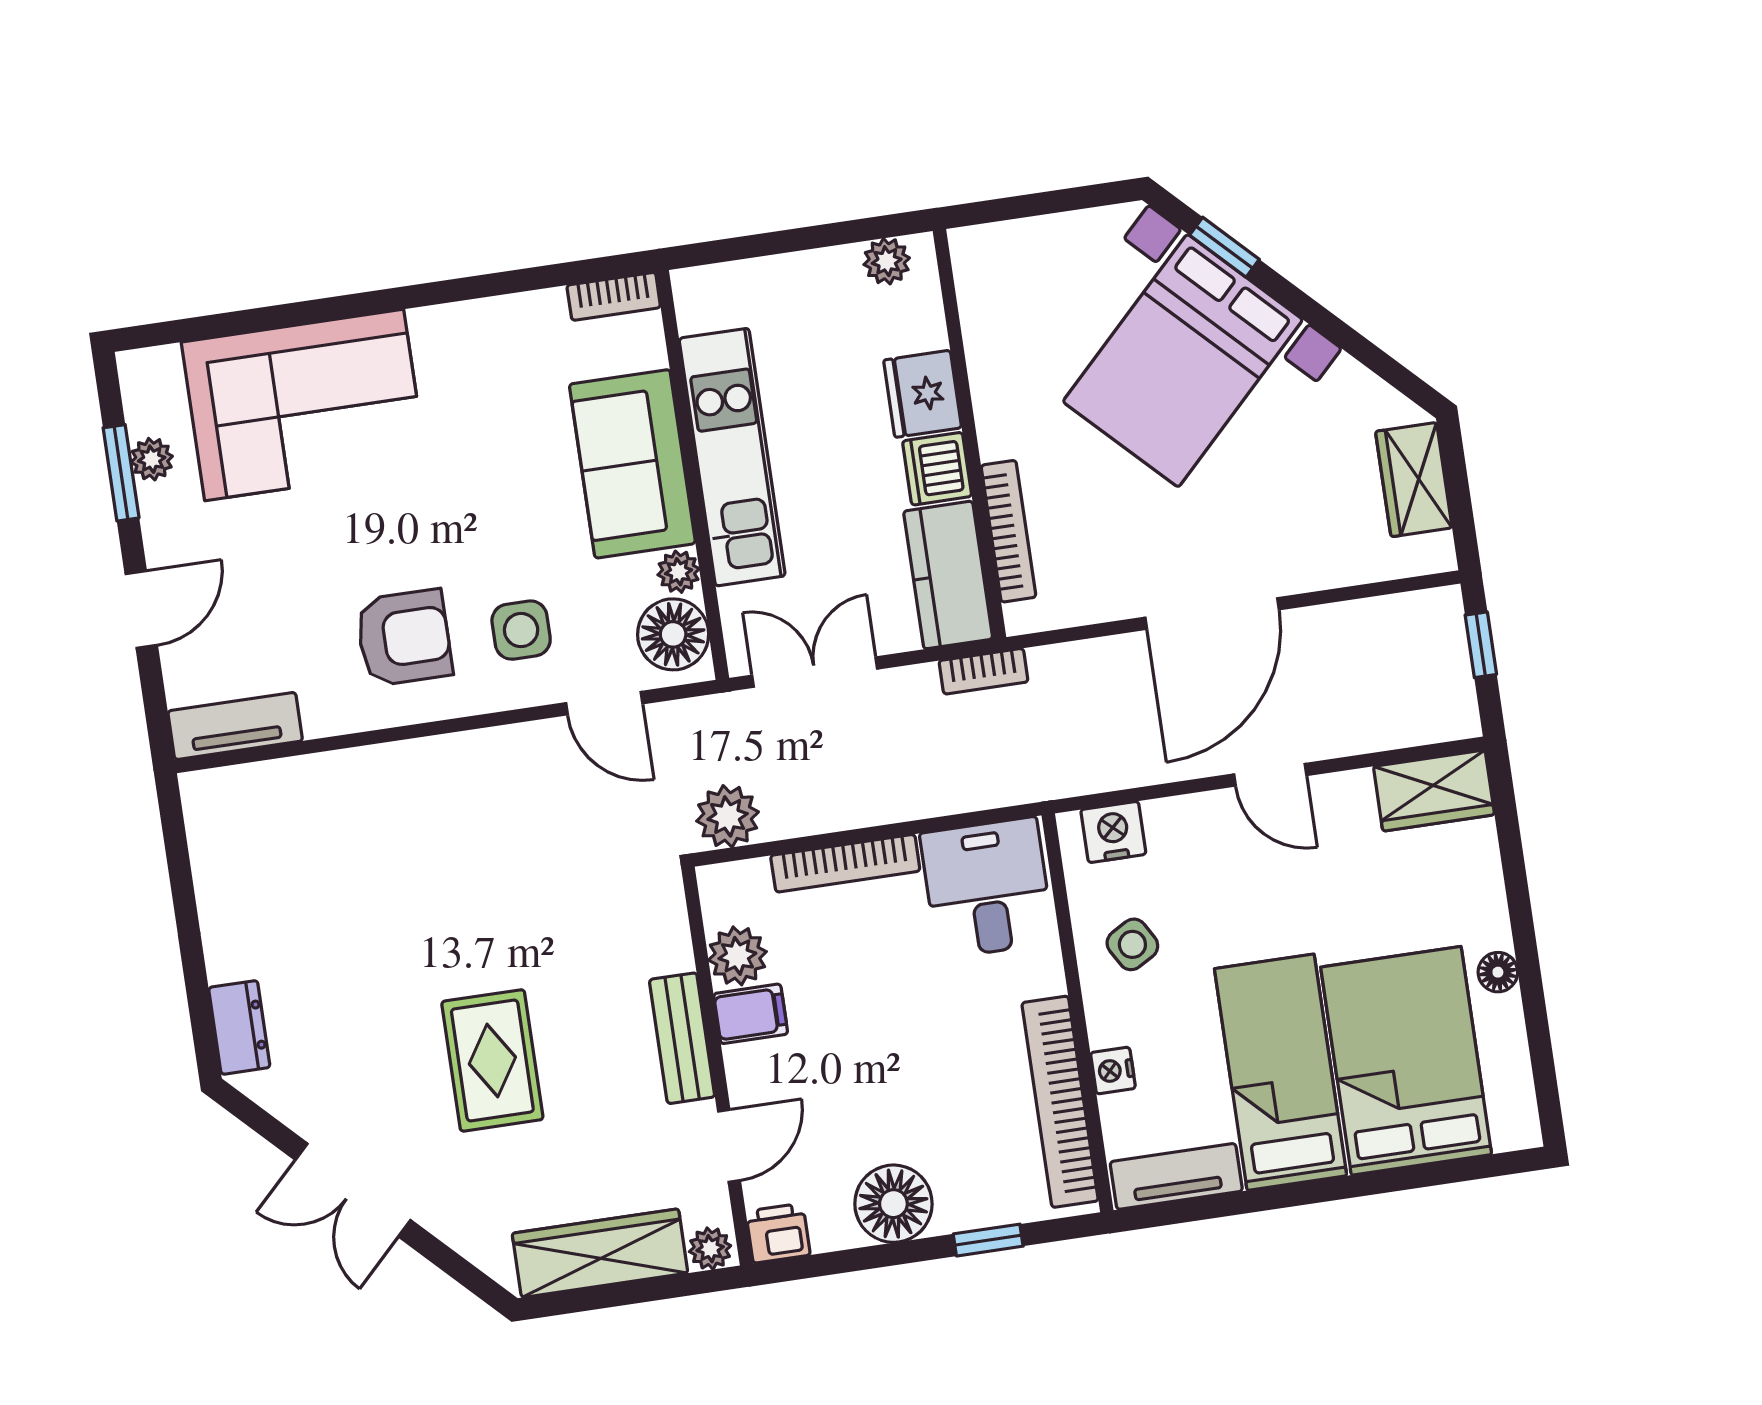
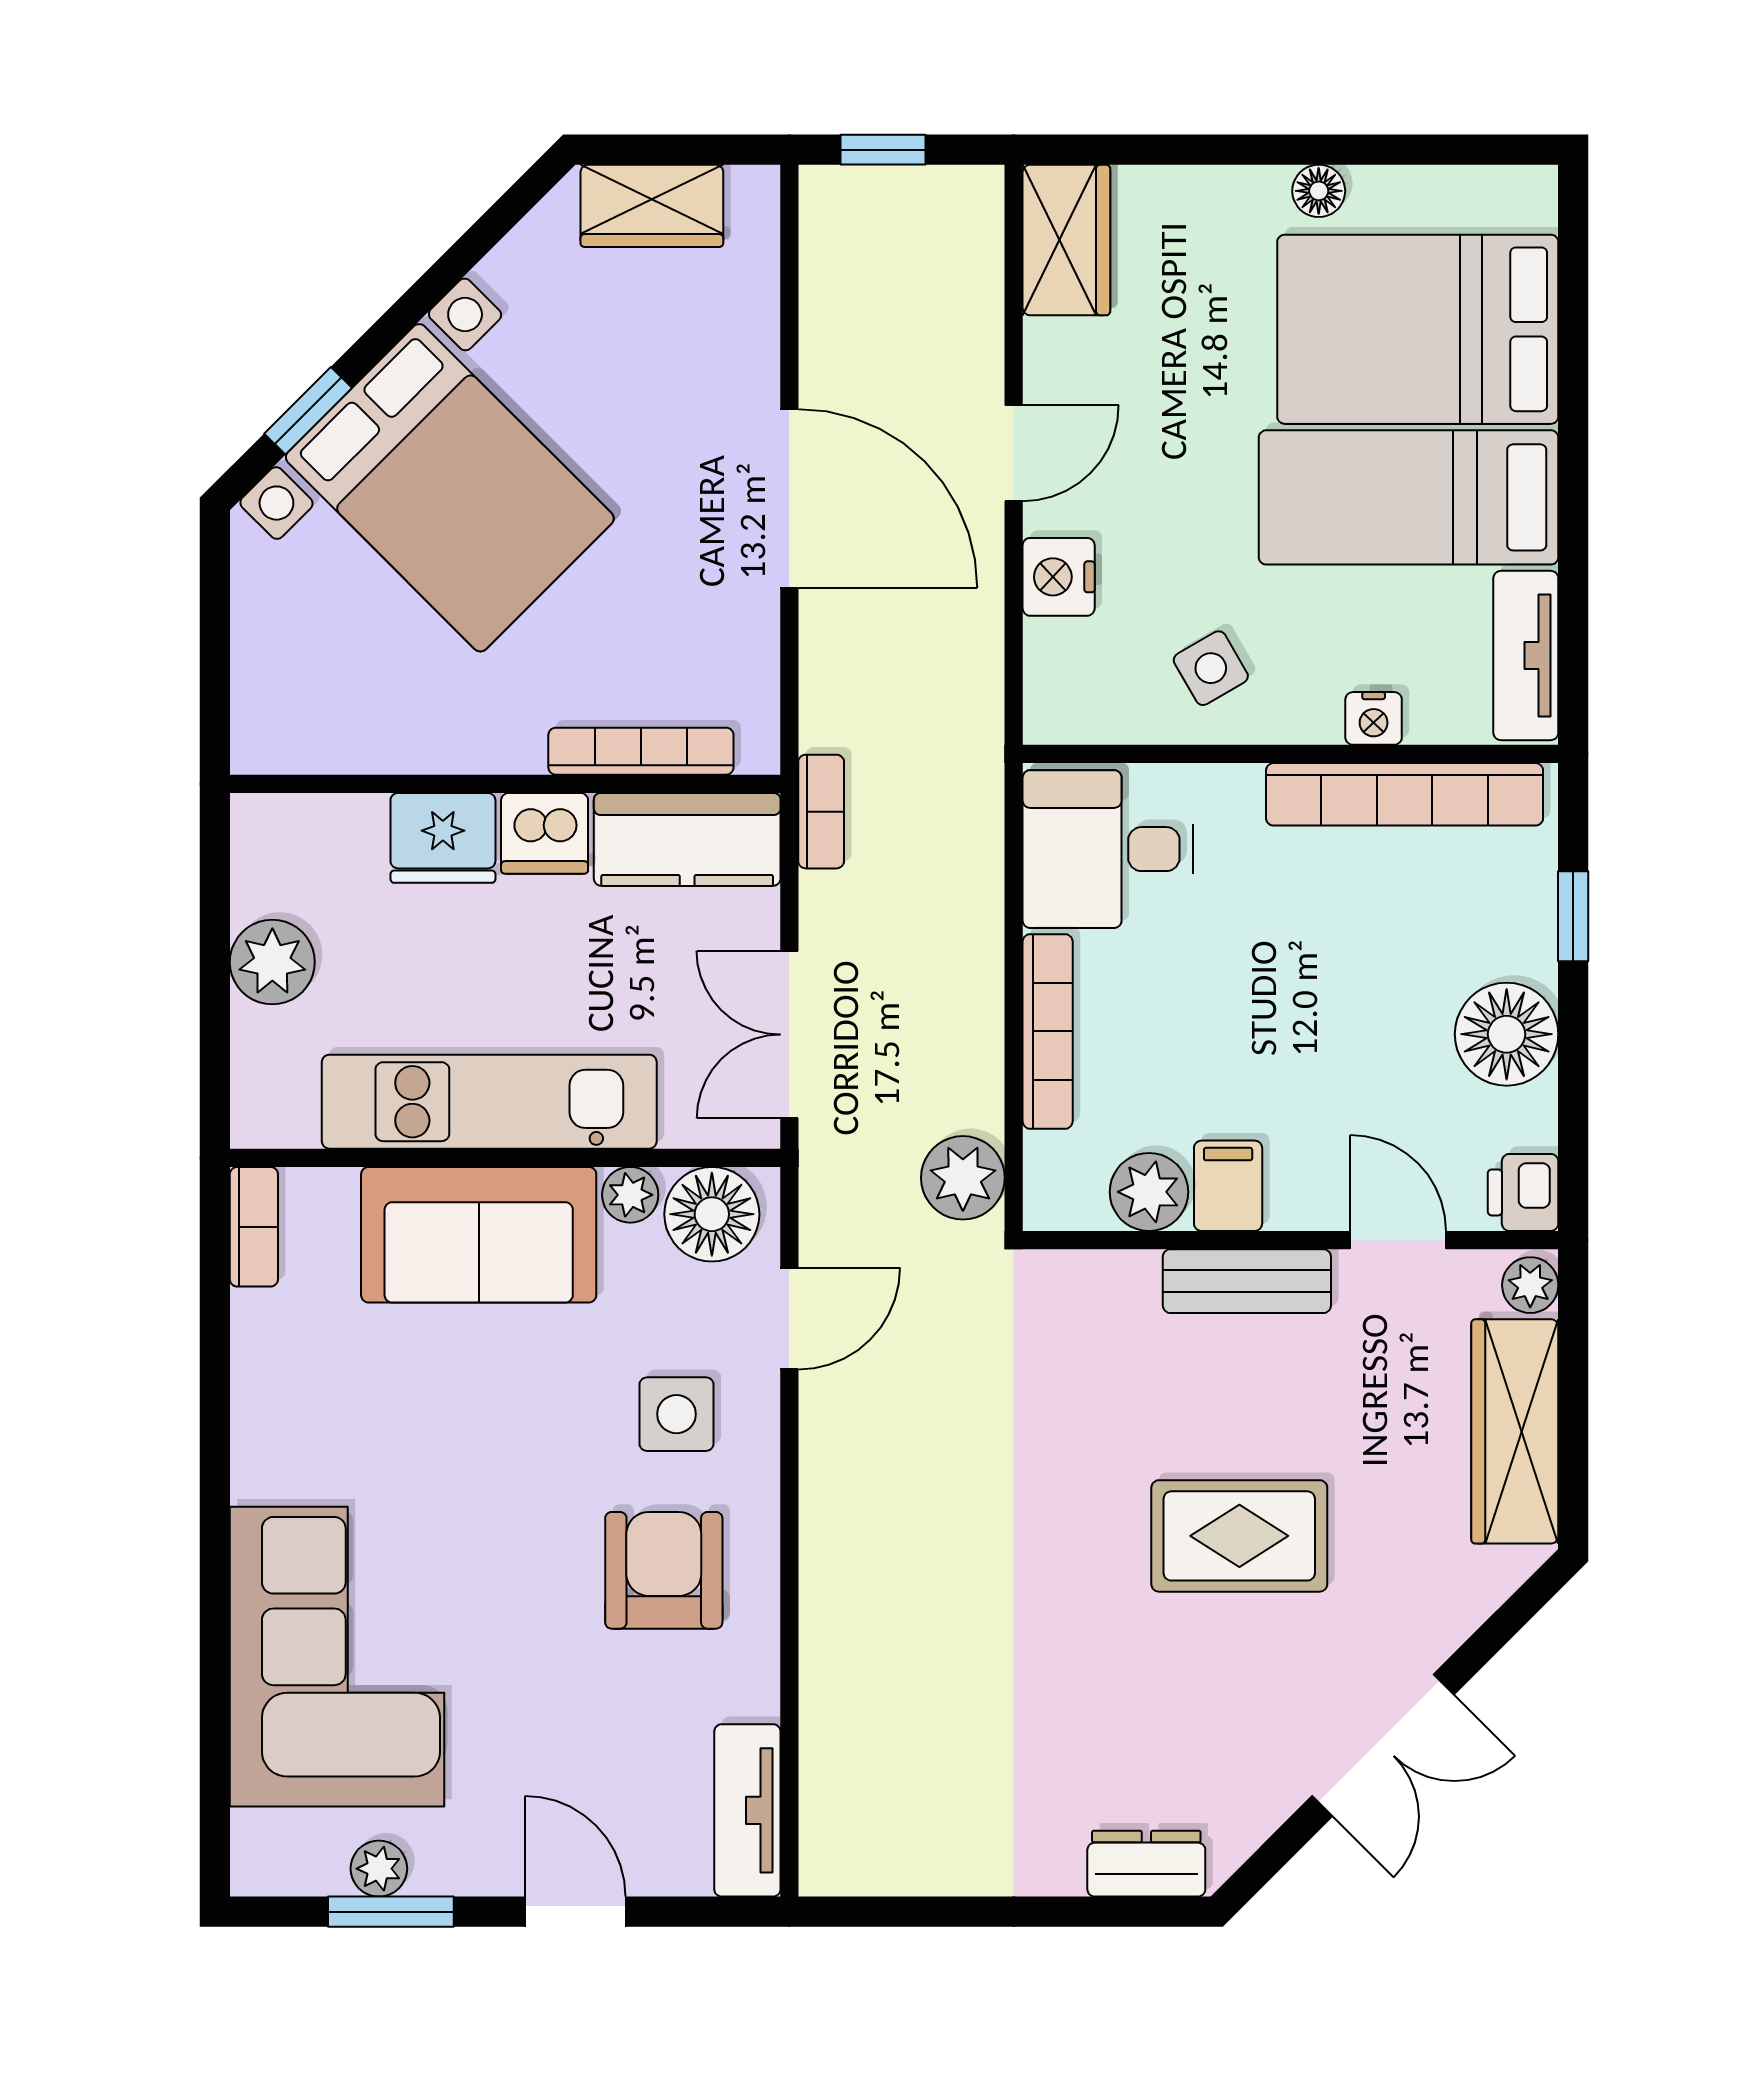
plant: (887, 261) -> (272, 962), moved, width x1.38, depth x1.38
nightstand: (1113, 832) -> (1059, 577), moved

